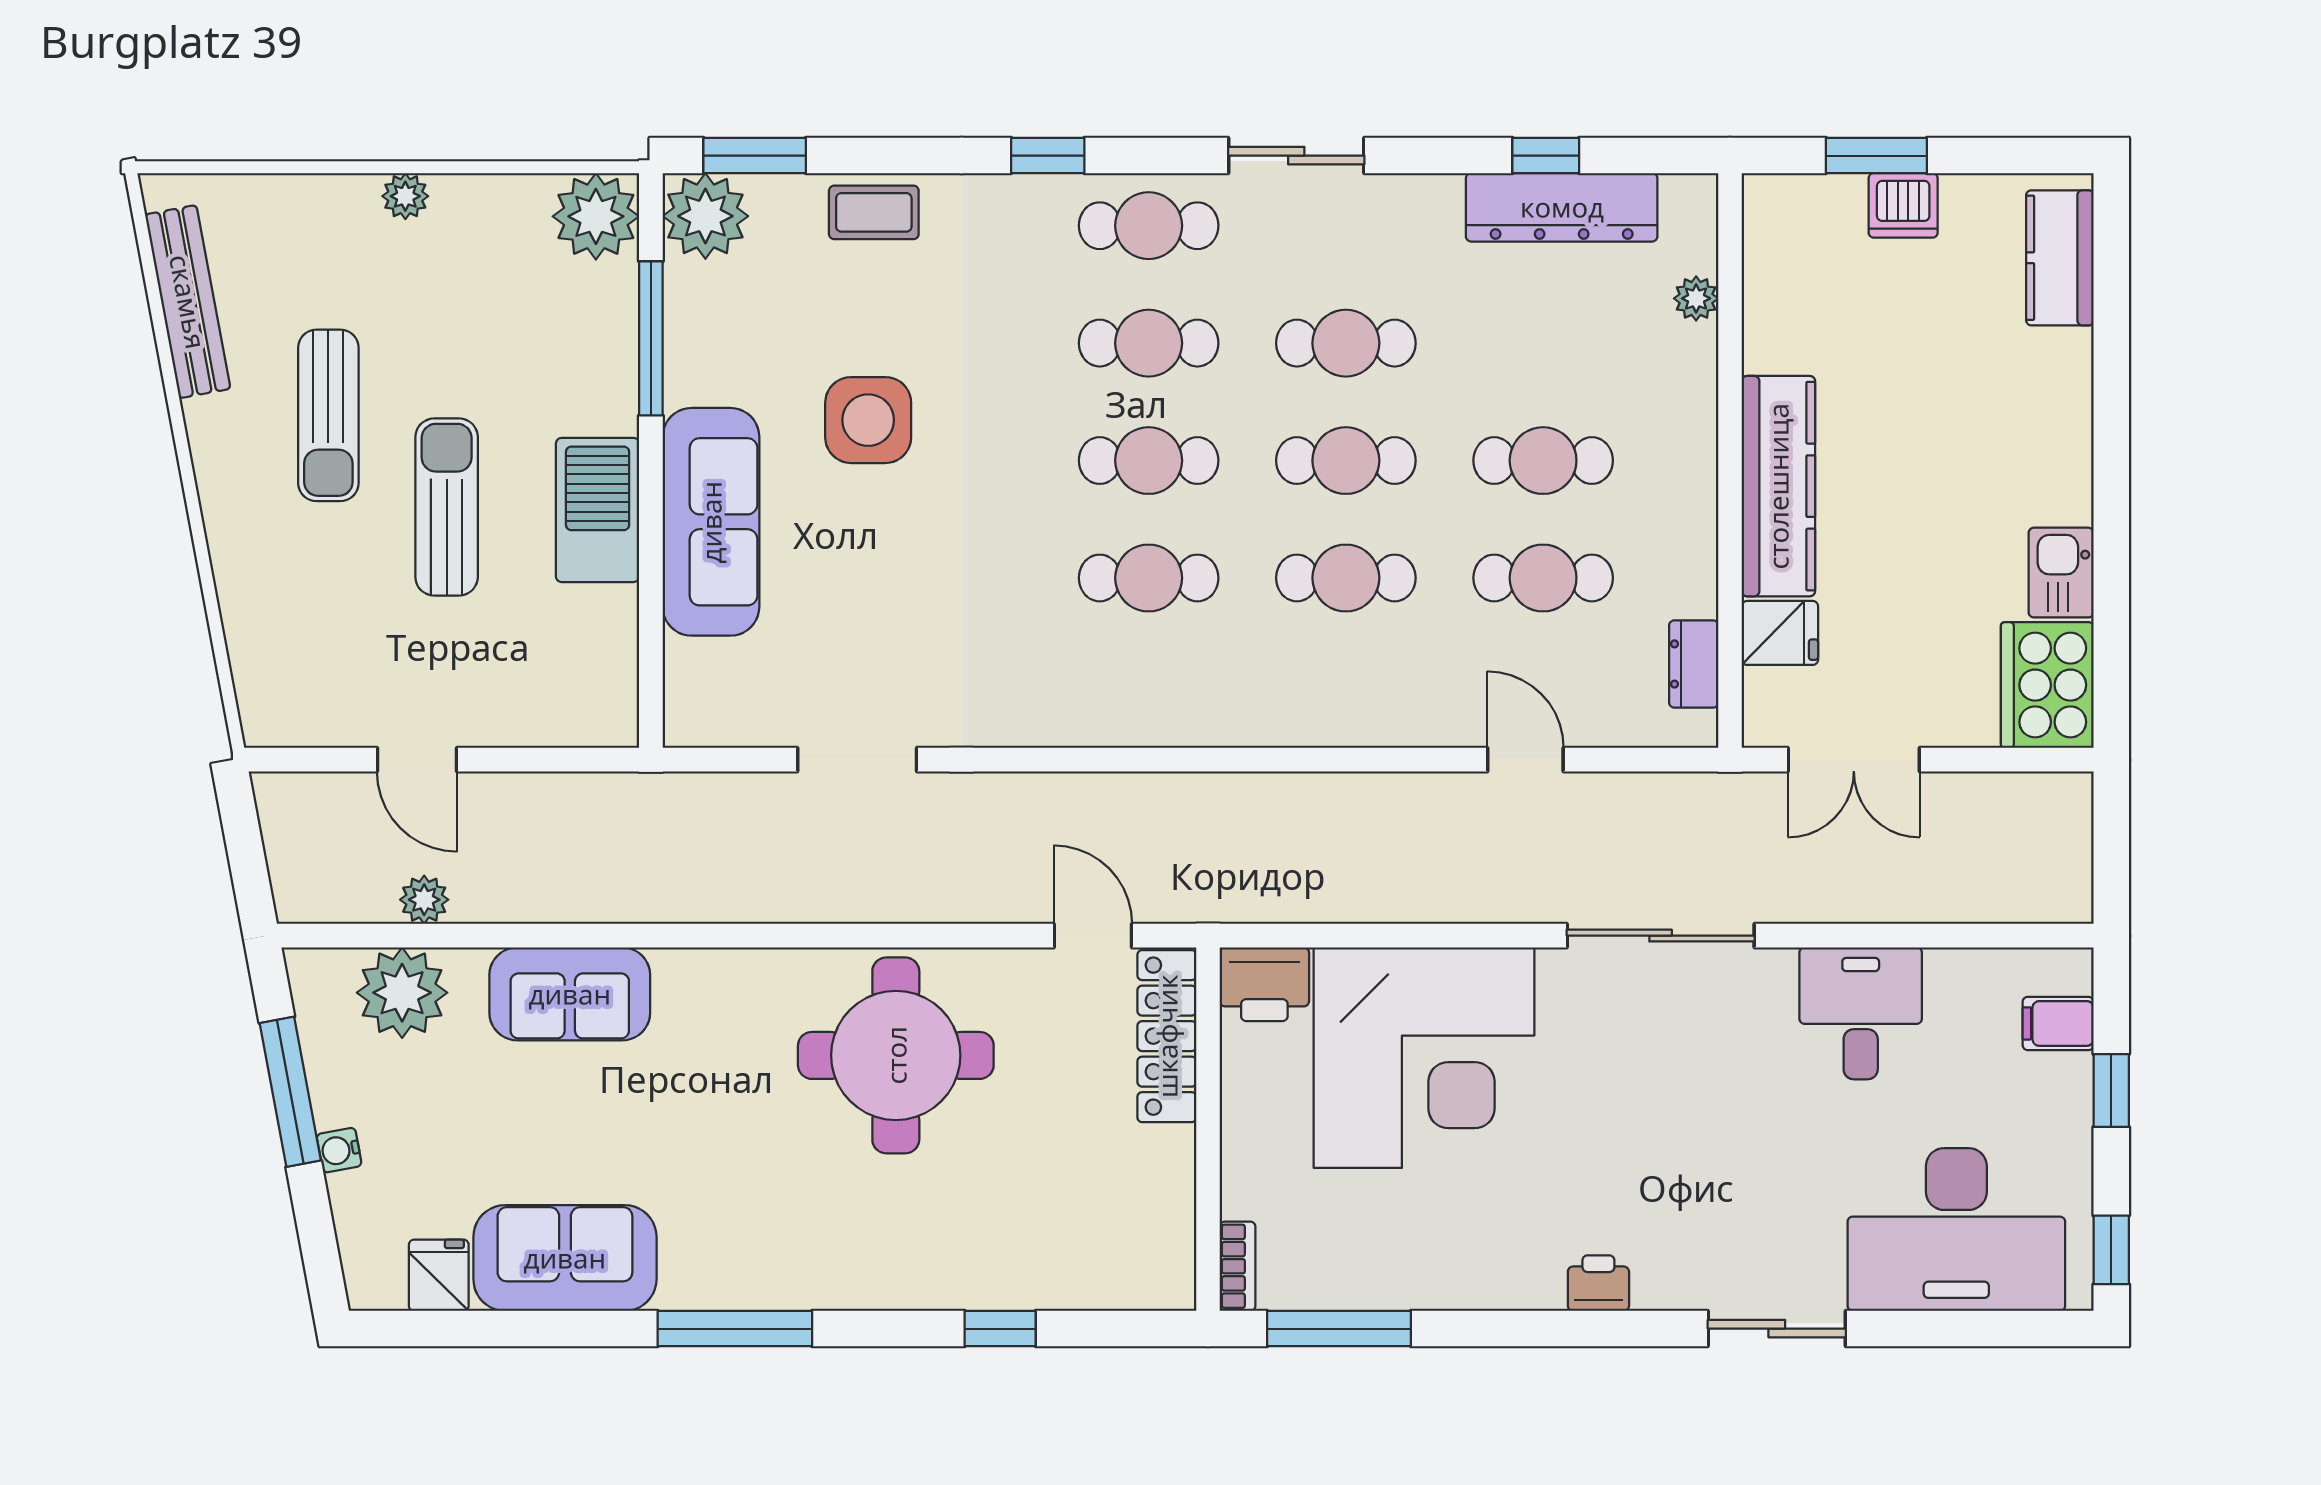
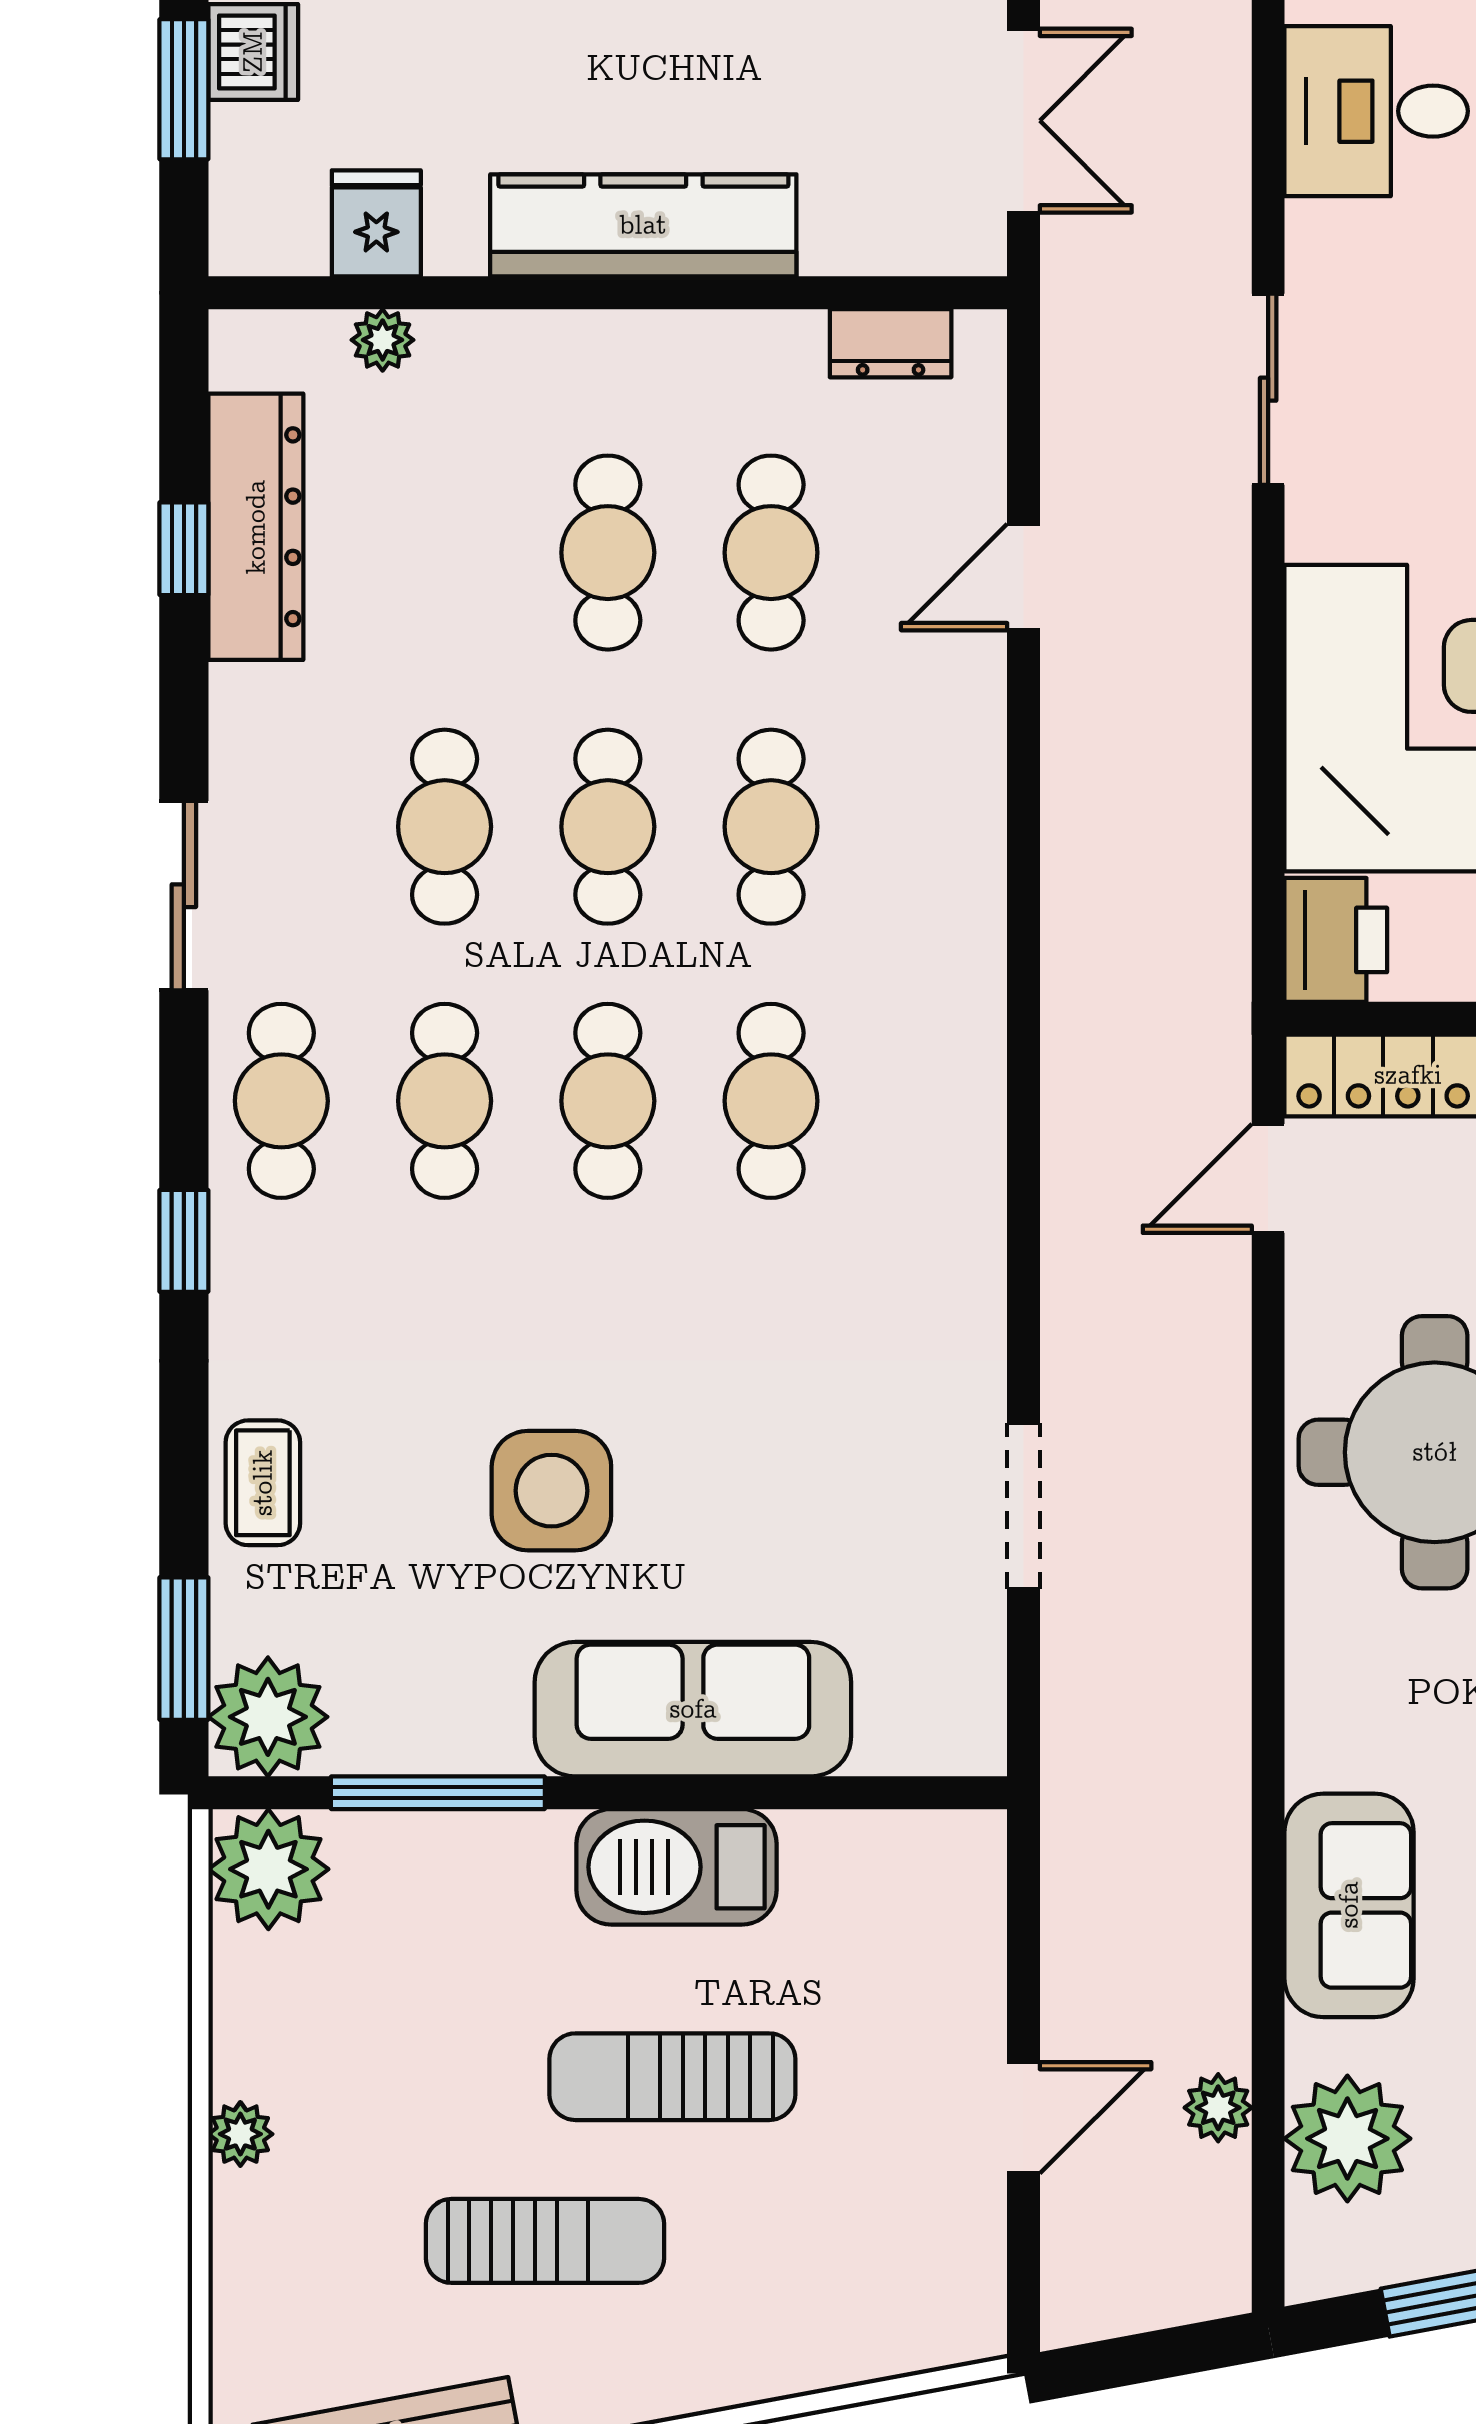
fridge: (1780, 633) -> (376, 223), moved
sliding door: (1661, 936) -> (1268, 389), width x0.73

